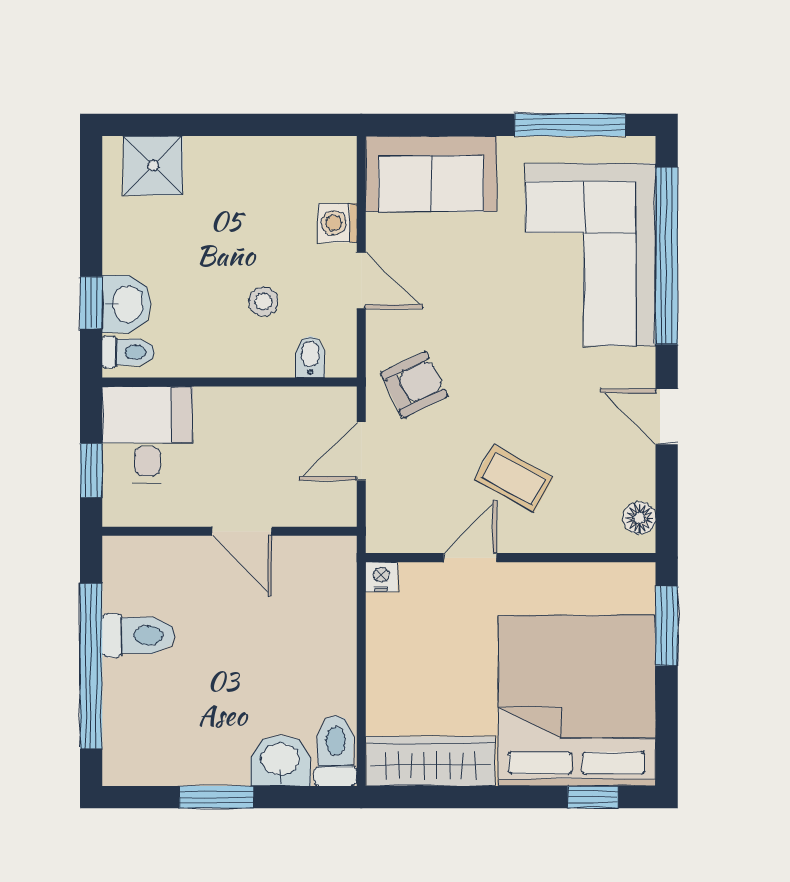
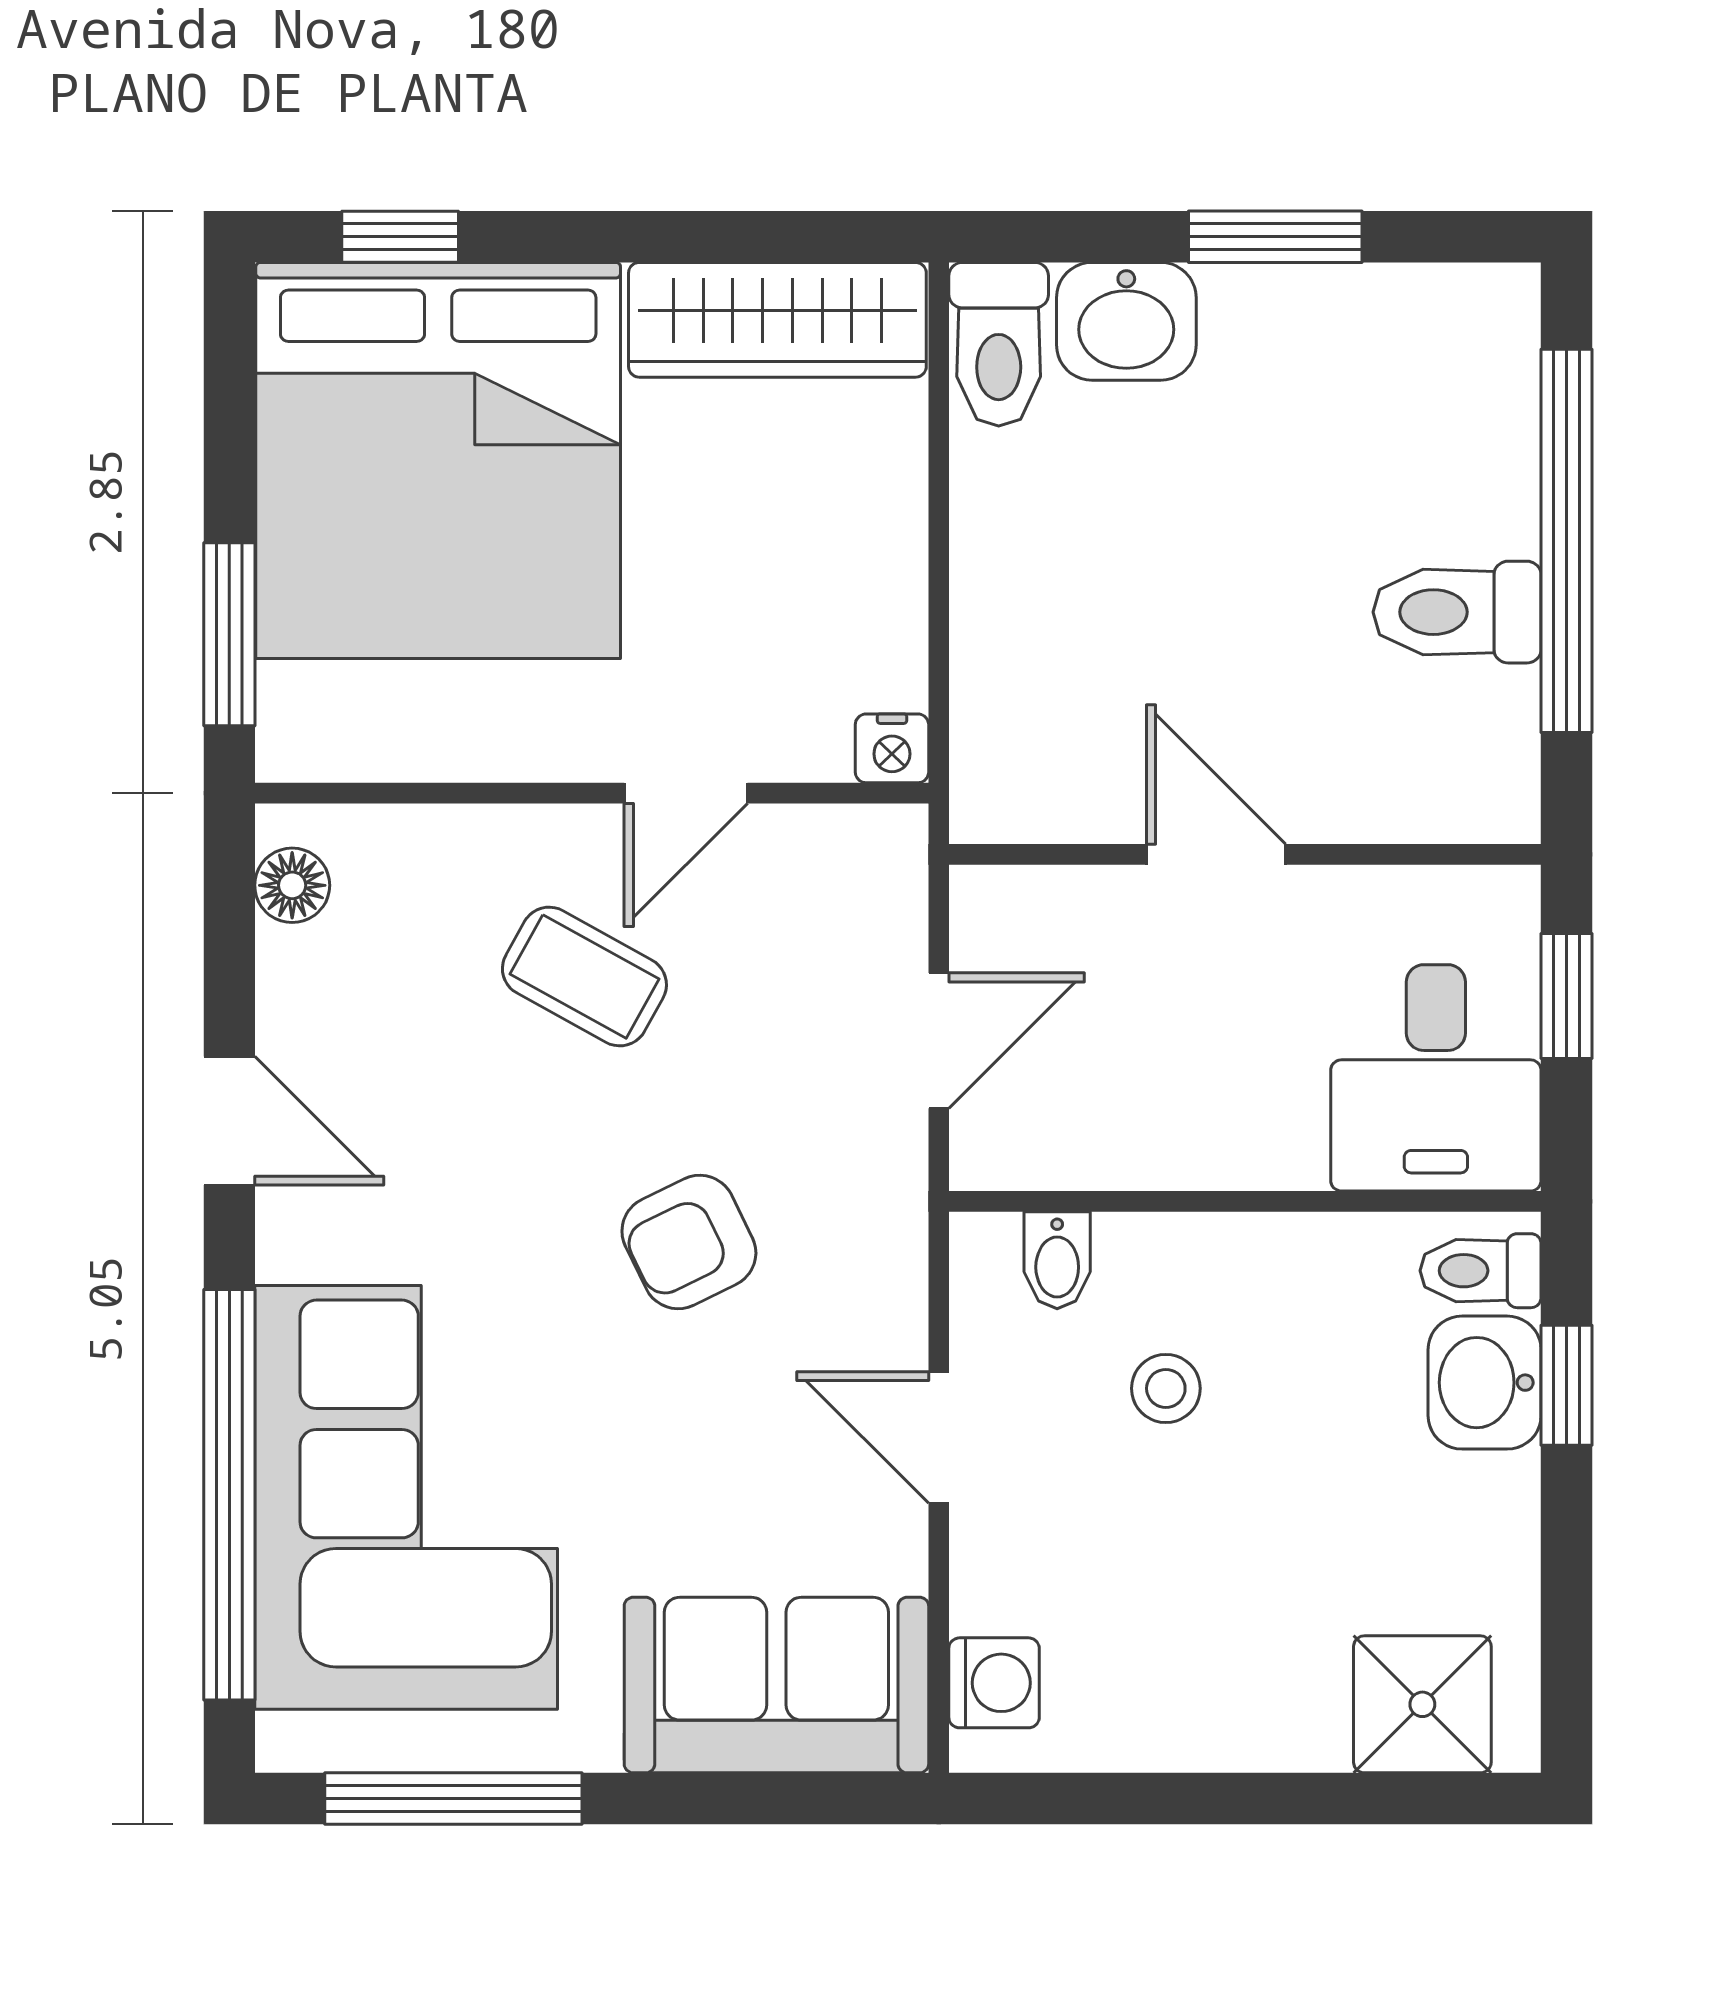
washing machine: (337, 223) -> (994, 1683), moved
armchair: (414, 384) -> (689, 1242), moved

